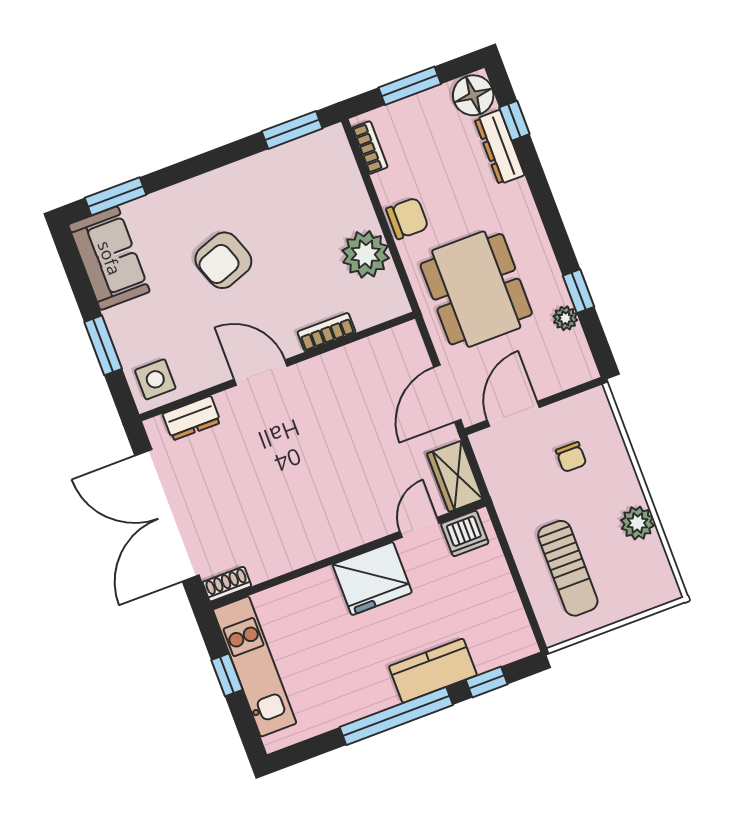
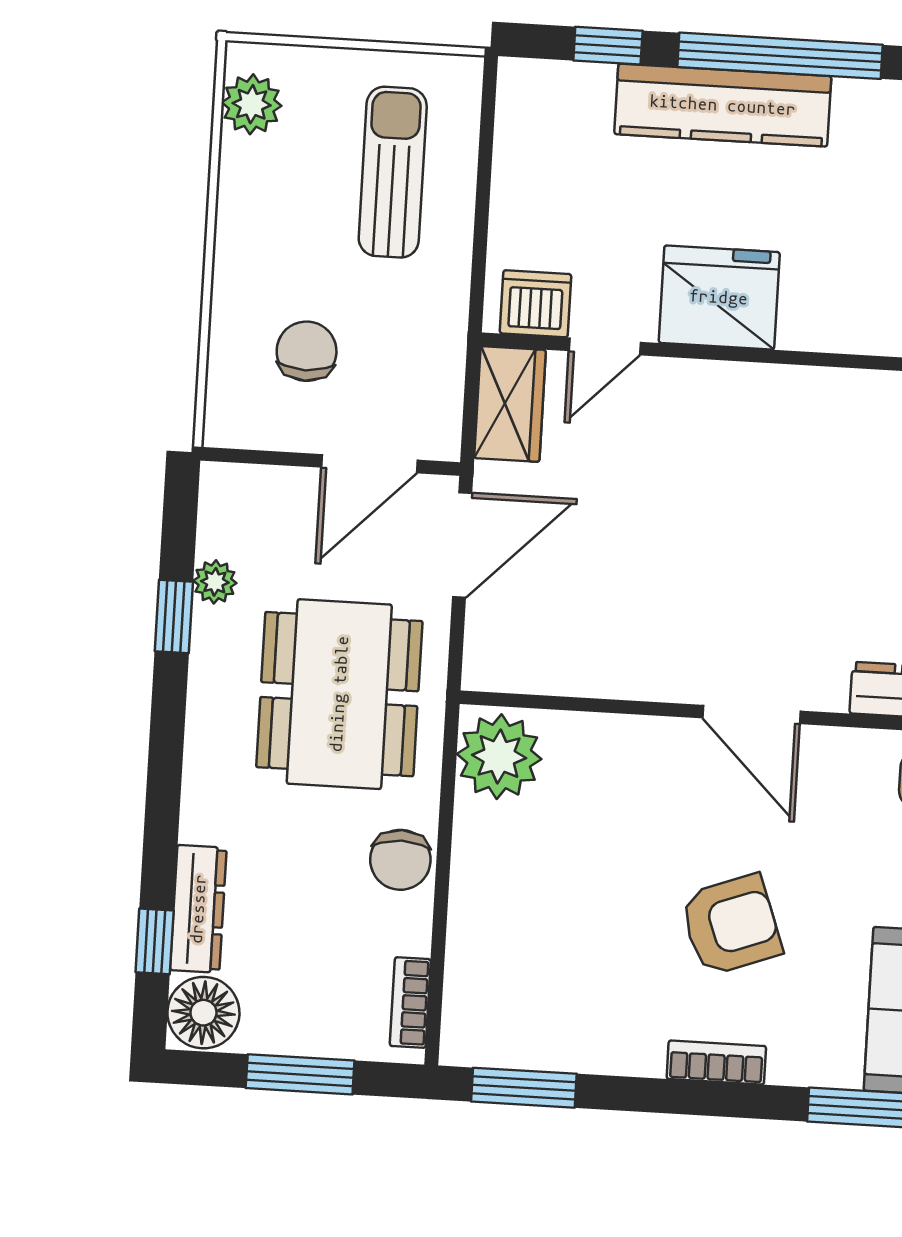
chair: (407, 218) -> (400, 860), turned -90
plant: (366, 254) -> (499, 757), moved
bookcase: (326, 332) -> (716, 1062), moved, turned 180
chair: (571, 457) -> (307, 351), width x1.37, depth x1.37
plant: (637, 523) -> (252, 104), moved
kitchen counter: (433, 671) -> (723, 105), width x1.50

